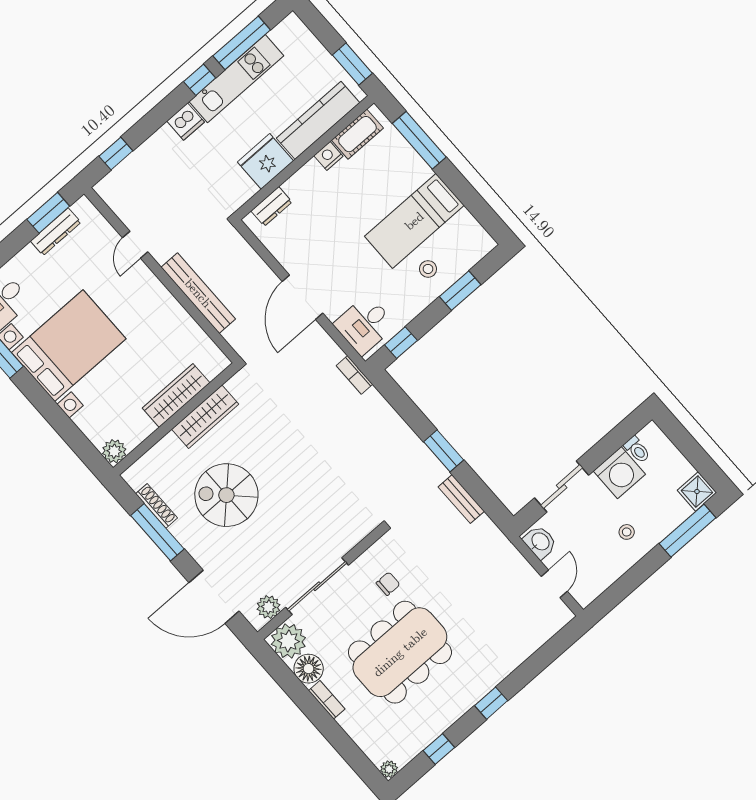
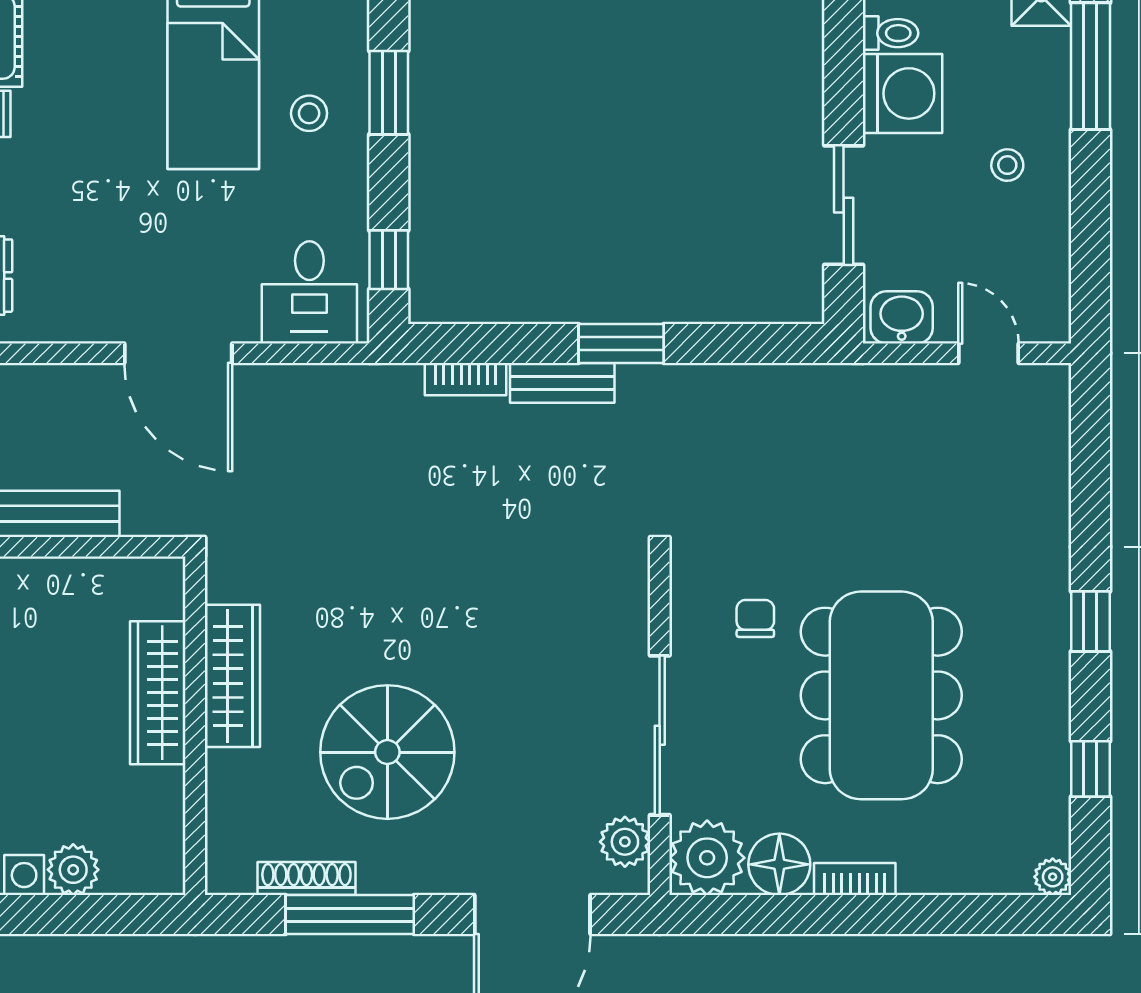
bookcase: (354, 375) -> (465, 379), moved
plant: (114, 451) -> (73, 870), moved
bench: (461, 499) -> (562, 383), moved

